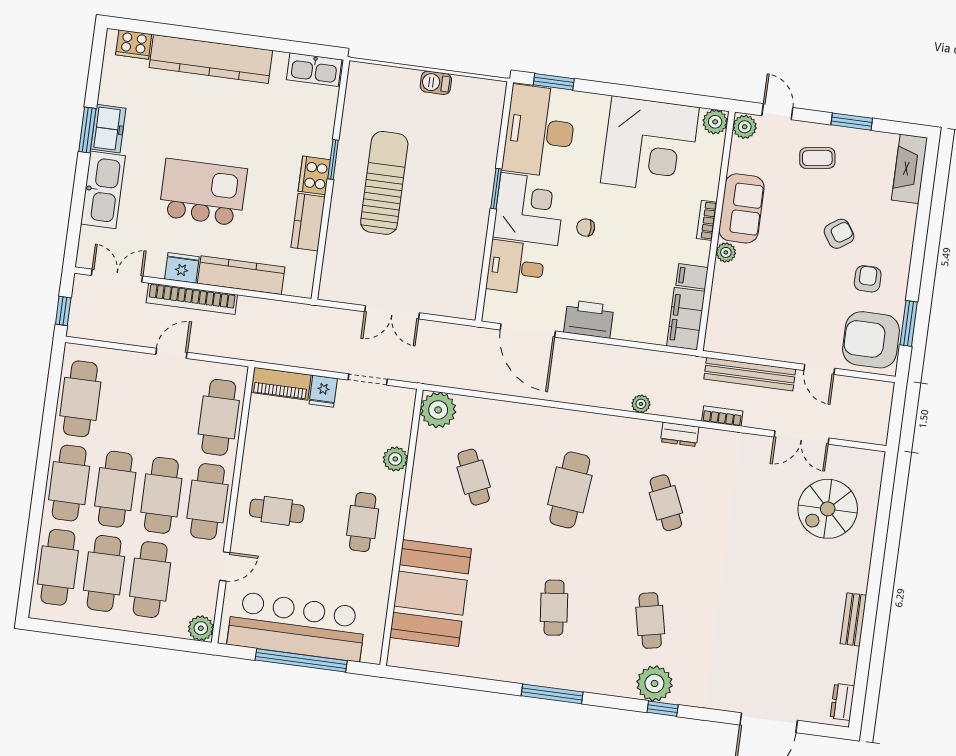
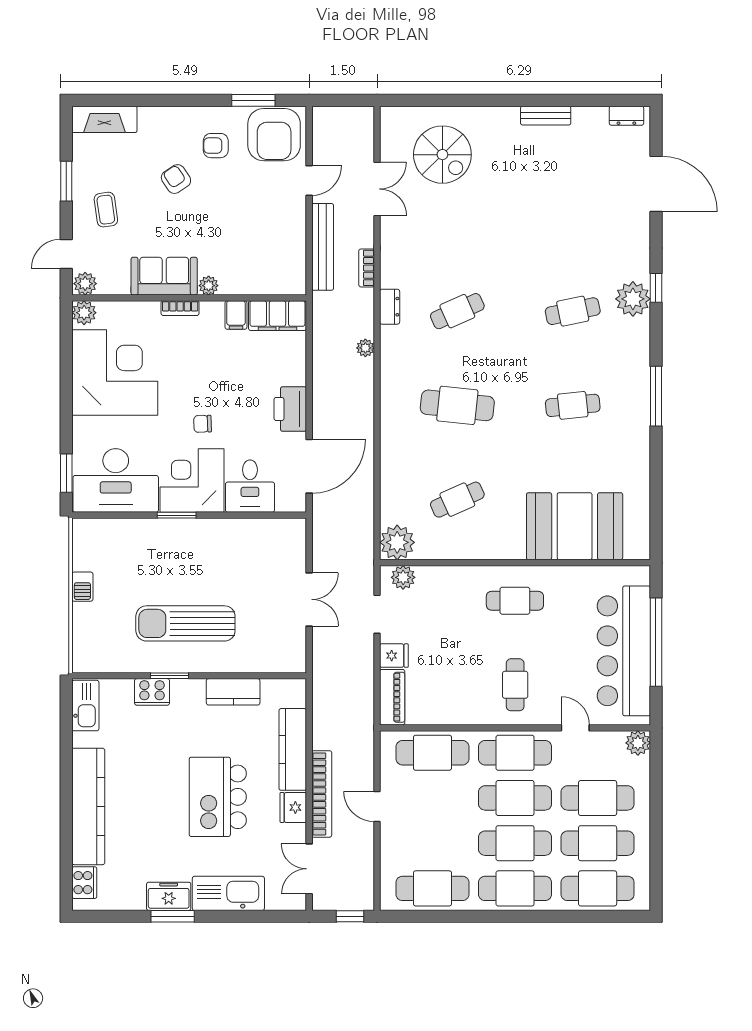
cooker: (314, 175) -> (152, 692), moved
chair: (586, 228) -> (203, 424), turned 88
plant: (395, 459) -> (403, 577), moved

